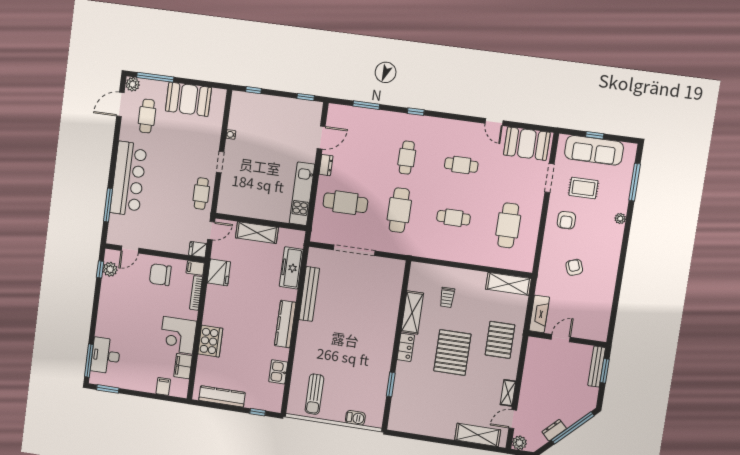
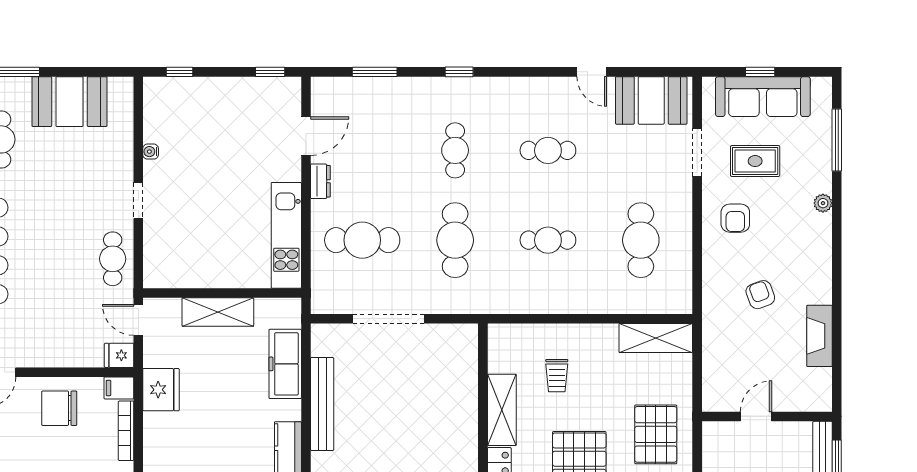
door: (211, 231) -> (138, 320), swing flipped
fireplace: (539, 314) -> (819, 336), moved, turned 180

